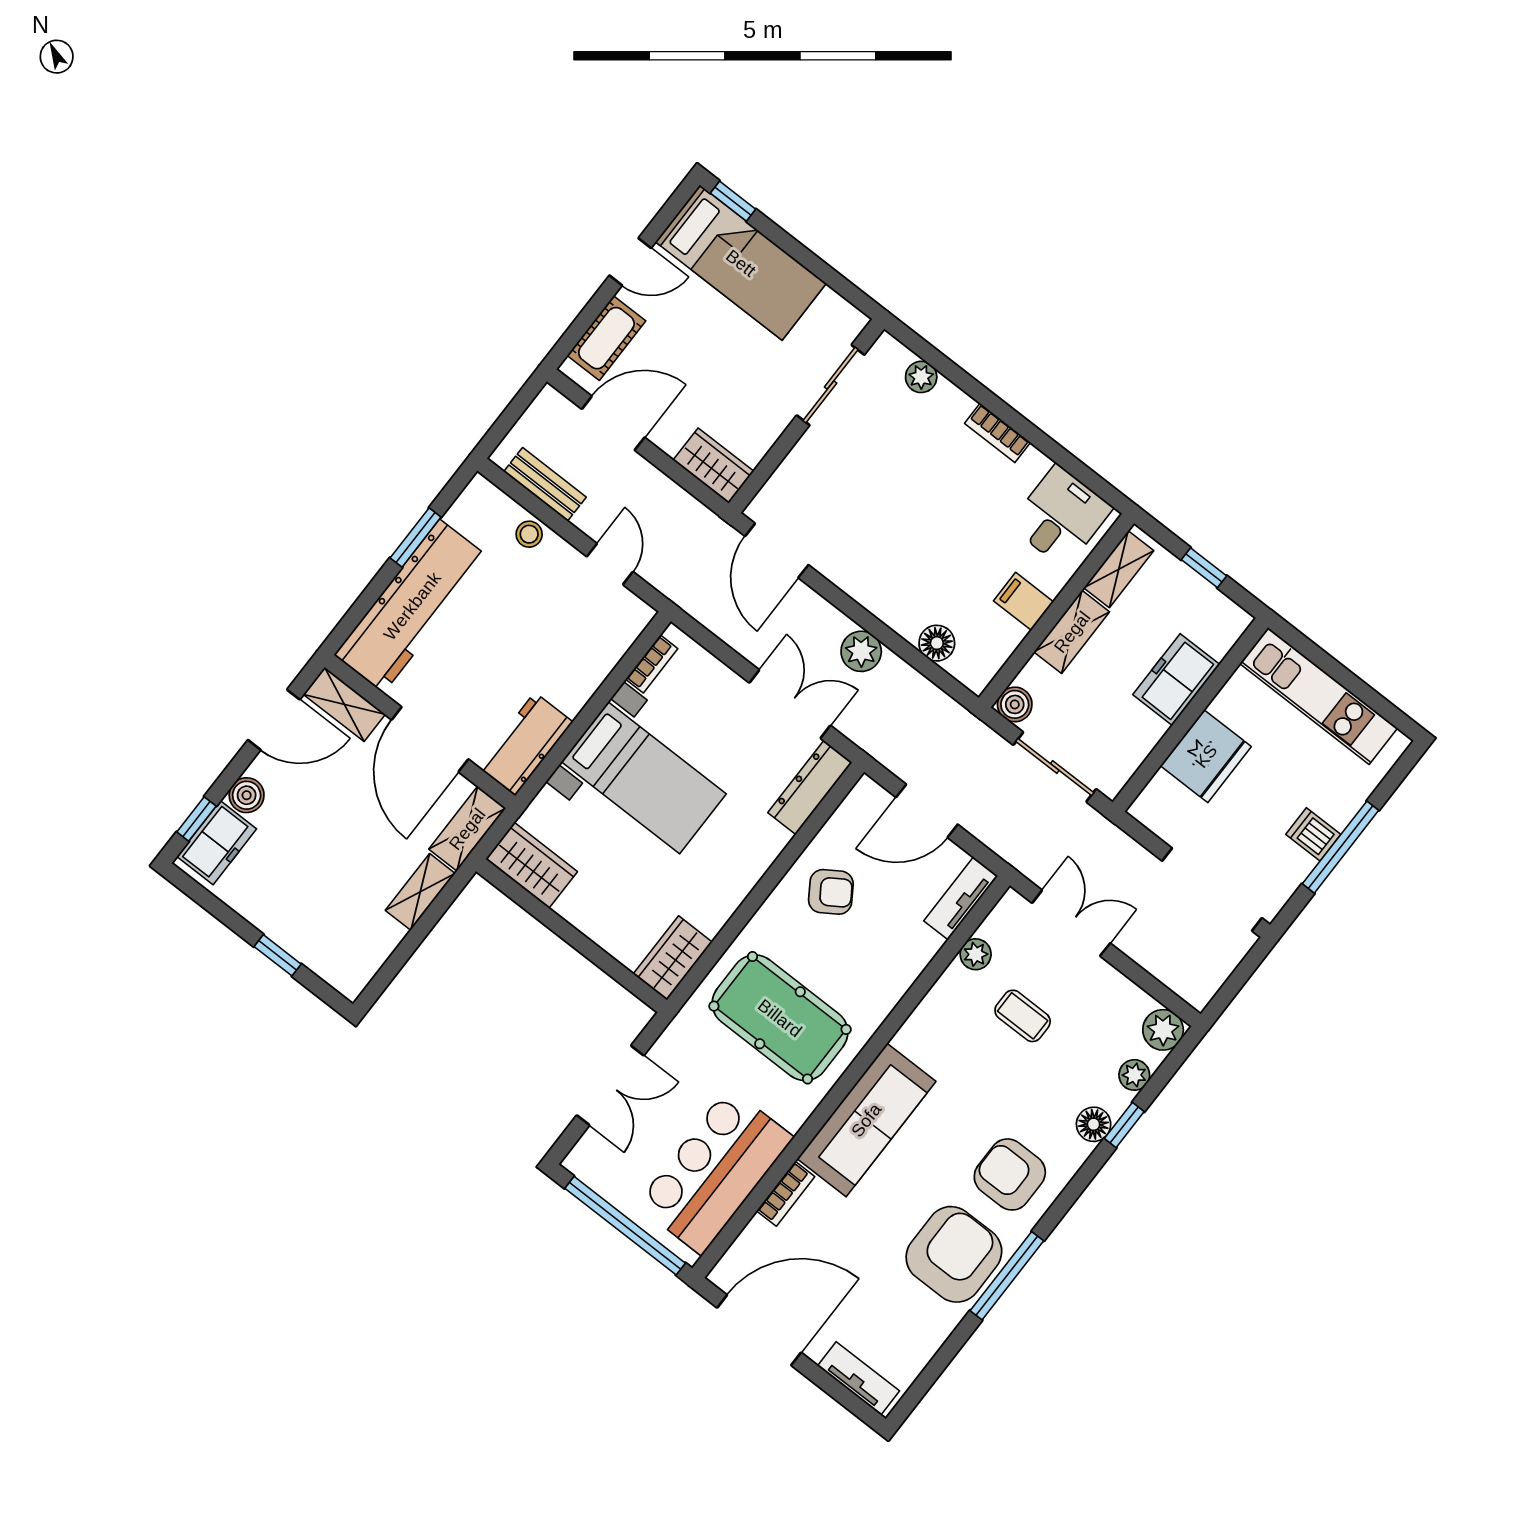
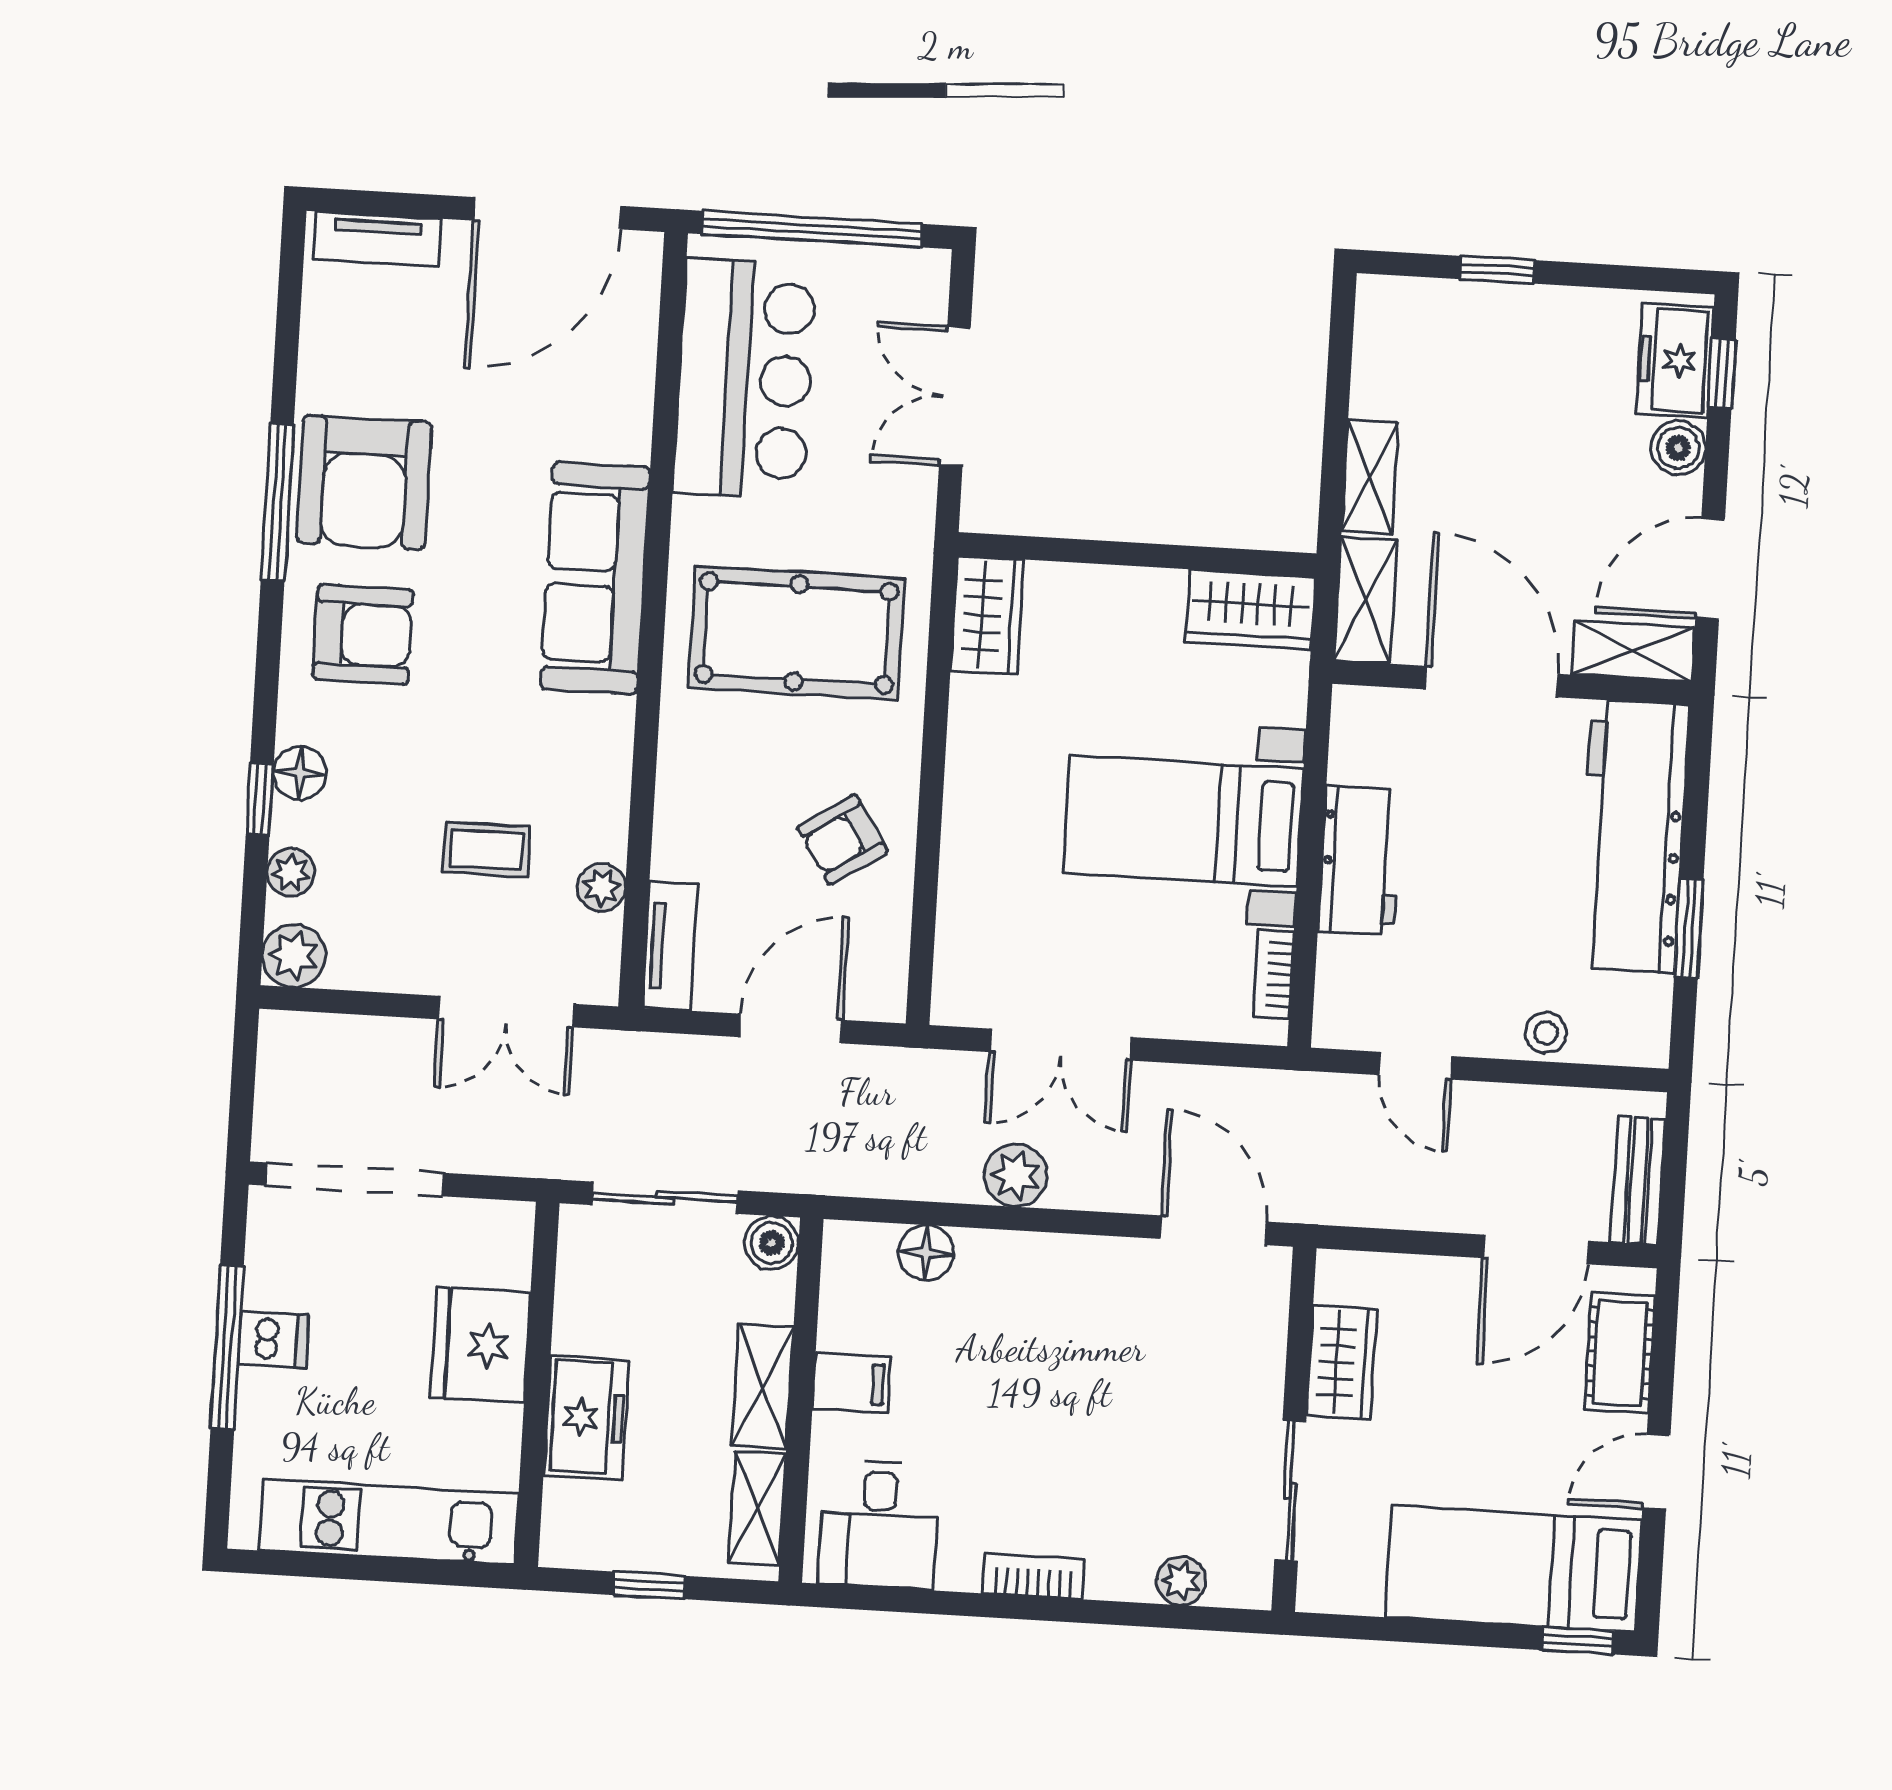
wardrobe: (713, 466) -> (1342, 1362), moved, turned -90
bench: (545, 484) -> (1638, 1181), moved, turned 90
workbench: (525, 744) -> (1360, 861), moved
dresser: (810, 787) -> (961, 955), removed
bookcase: (786, 1194) -> (634, 412), removed

